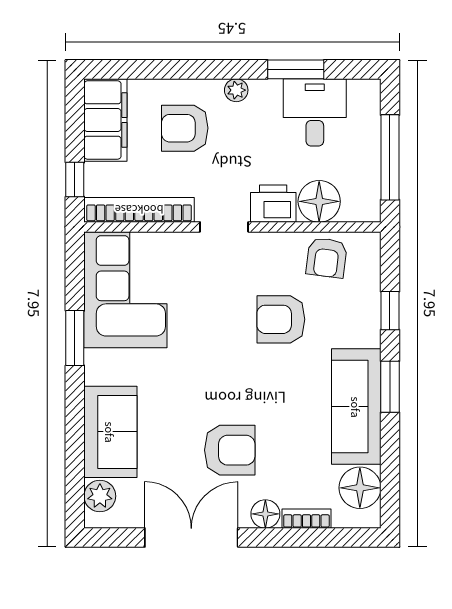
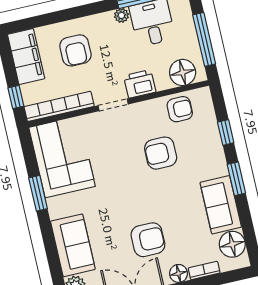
plant: (236, 90) -> (121, 15), moved
armchair: (185, 128) -> (75, 50), turned -90
floor lamp: (319, 201) -> (183, 72), moved
armchair: (327, 258) -> (180, 109), turned -97
sofa: (356, 407) -> (221, 205), width x0.73

